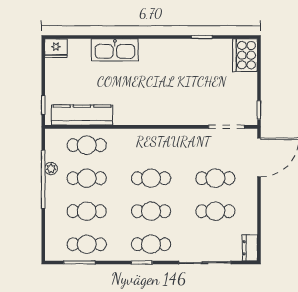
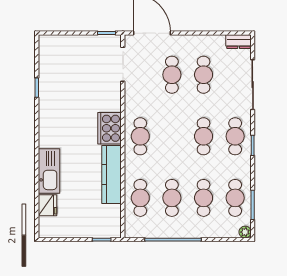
fridge: (56, 48) -> (47, 205), moved
cooker: (245, 55) -> (110, 128), moved, turned 90
kitchen counter: (82, 115) -> (111, 175), moved
plant: (51, 169) -> (245, 232), moved
cafe table: (151, 178) -> (140, 136), moved

